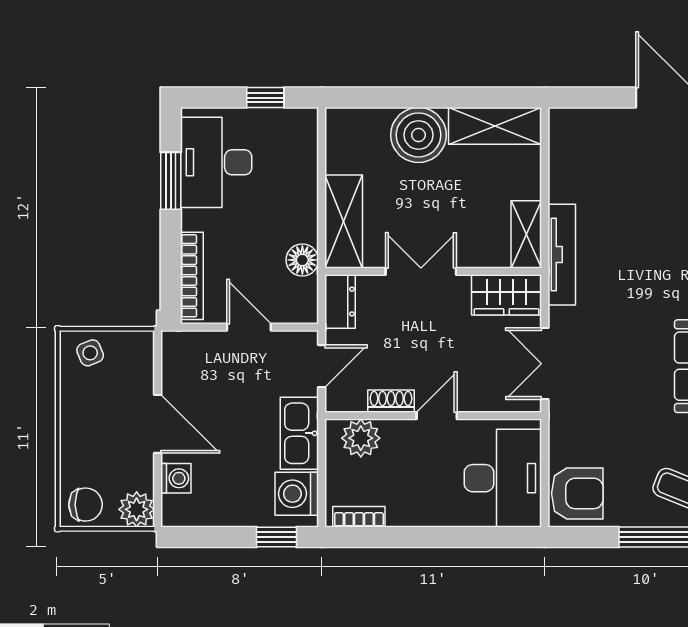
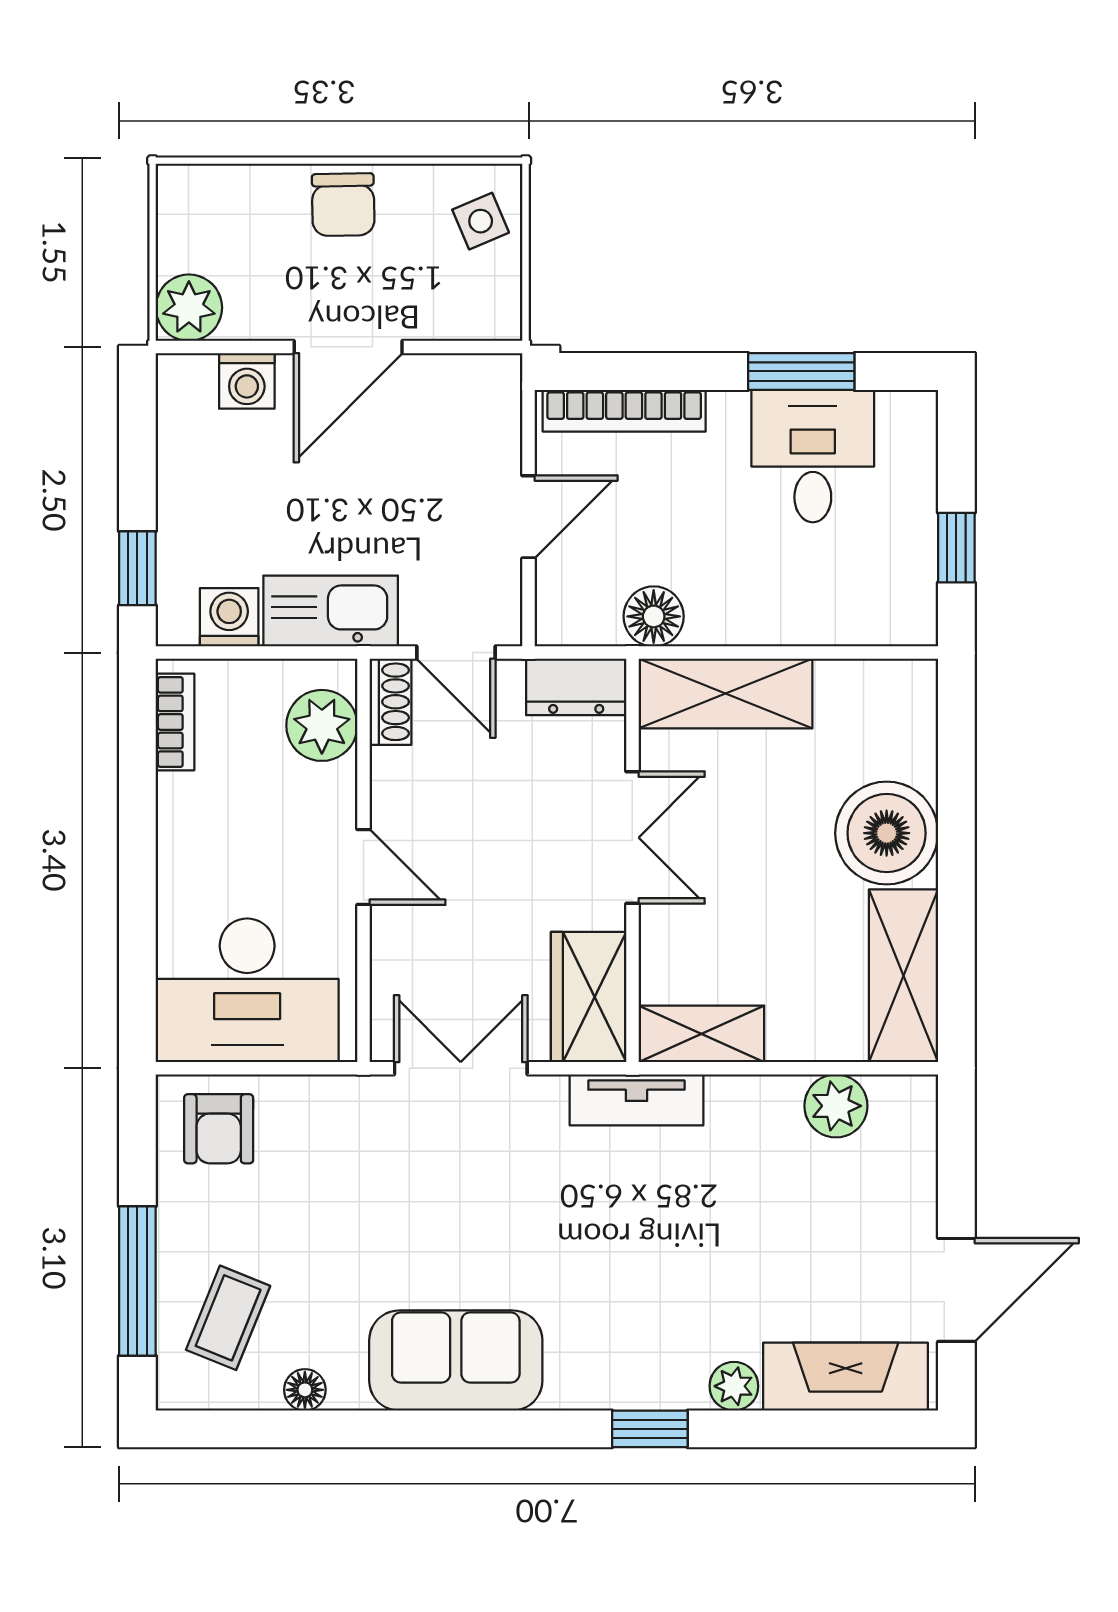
desk: (216, 162) -> (813, 456), width x0.73
plant: (565, 162) -> (836, 1106), added
tv unit: (562, 255) -> (636, 1100), width x0.71
shoe rack: (391, 401) -> (391, 702), moved
armchair: (577, 493) -> (219, 1129), width x0.72, depth x0.72
washing machine: (297, 494) -> (229, 617), width x0.73, depth x0.73
chair: (85, 505) -> (343, 205), moved

